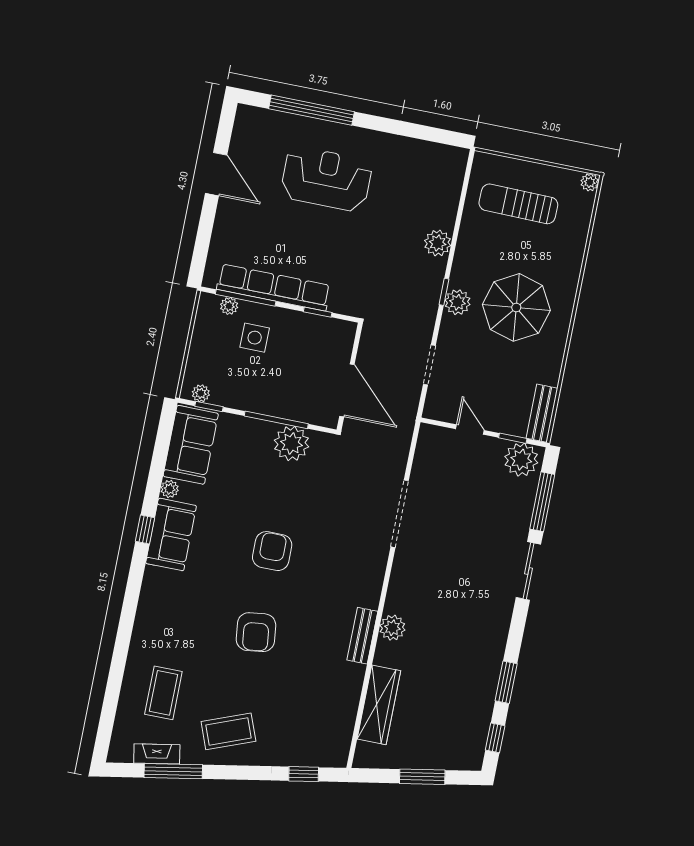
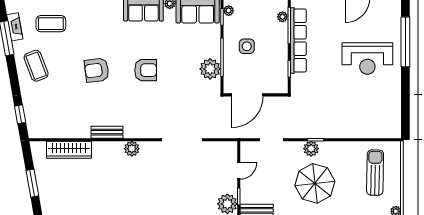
reception desk: (326, 179) -> (367, 59), turned 90
plant: (438, 243) -> (343, 130), removed
side table: (255, 338) -> (247, 46), moved
plant: (392, 628) -> (132, 149), moved

